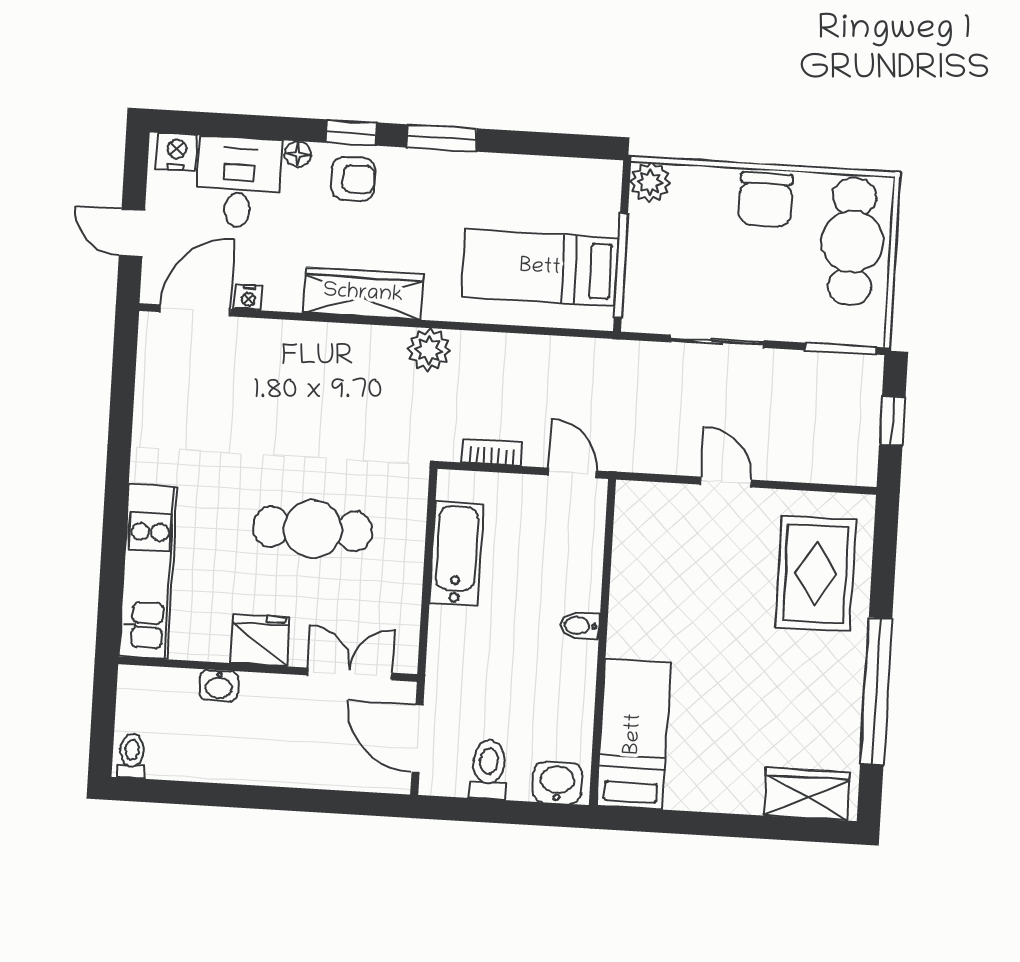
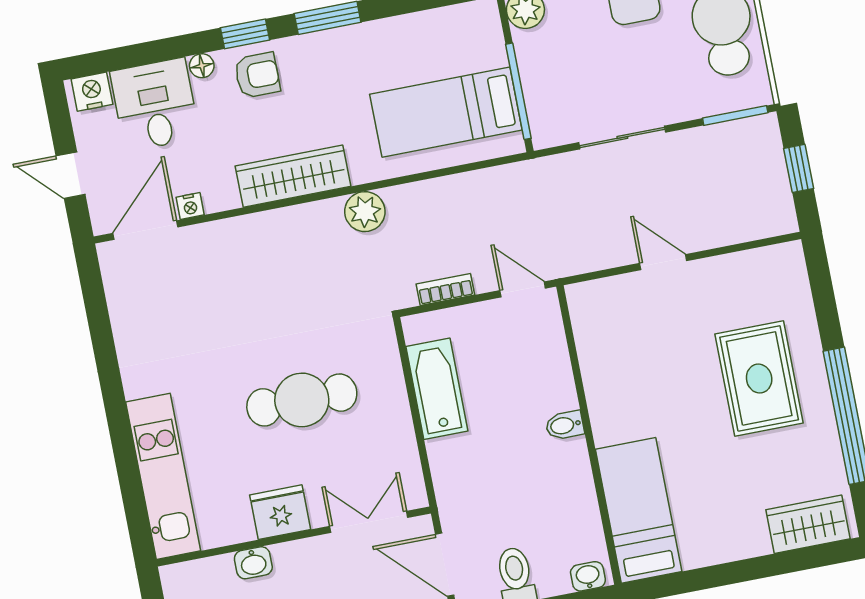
rug: (816, 574) -> (759, 379), moved
washbasin: (557, 783) -> (588, 576), width x0.72, depth x0.69

